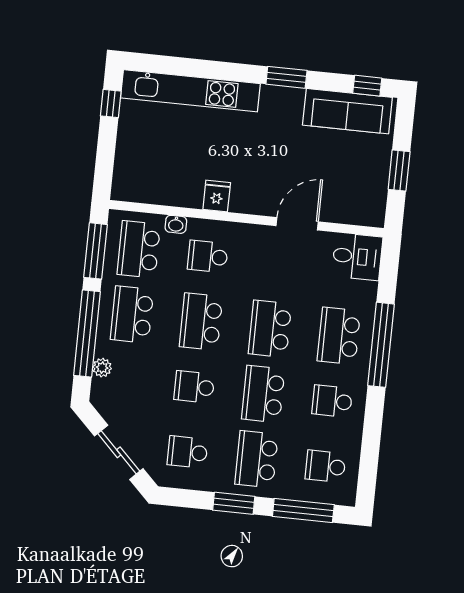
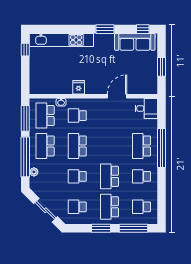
school desk: (270, 329) -> (109, 146), removed

